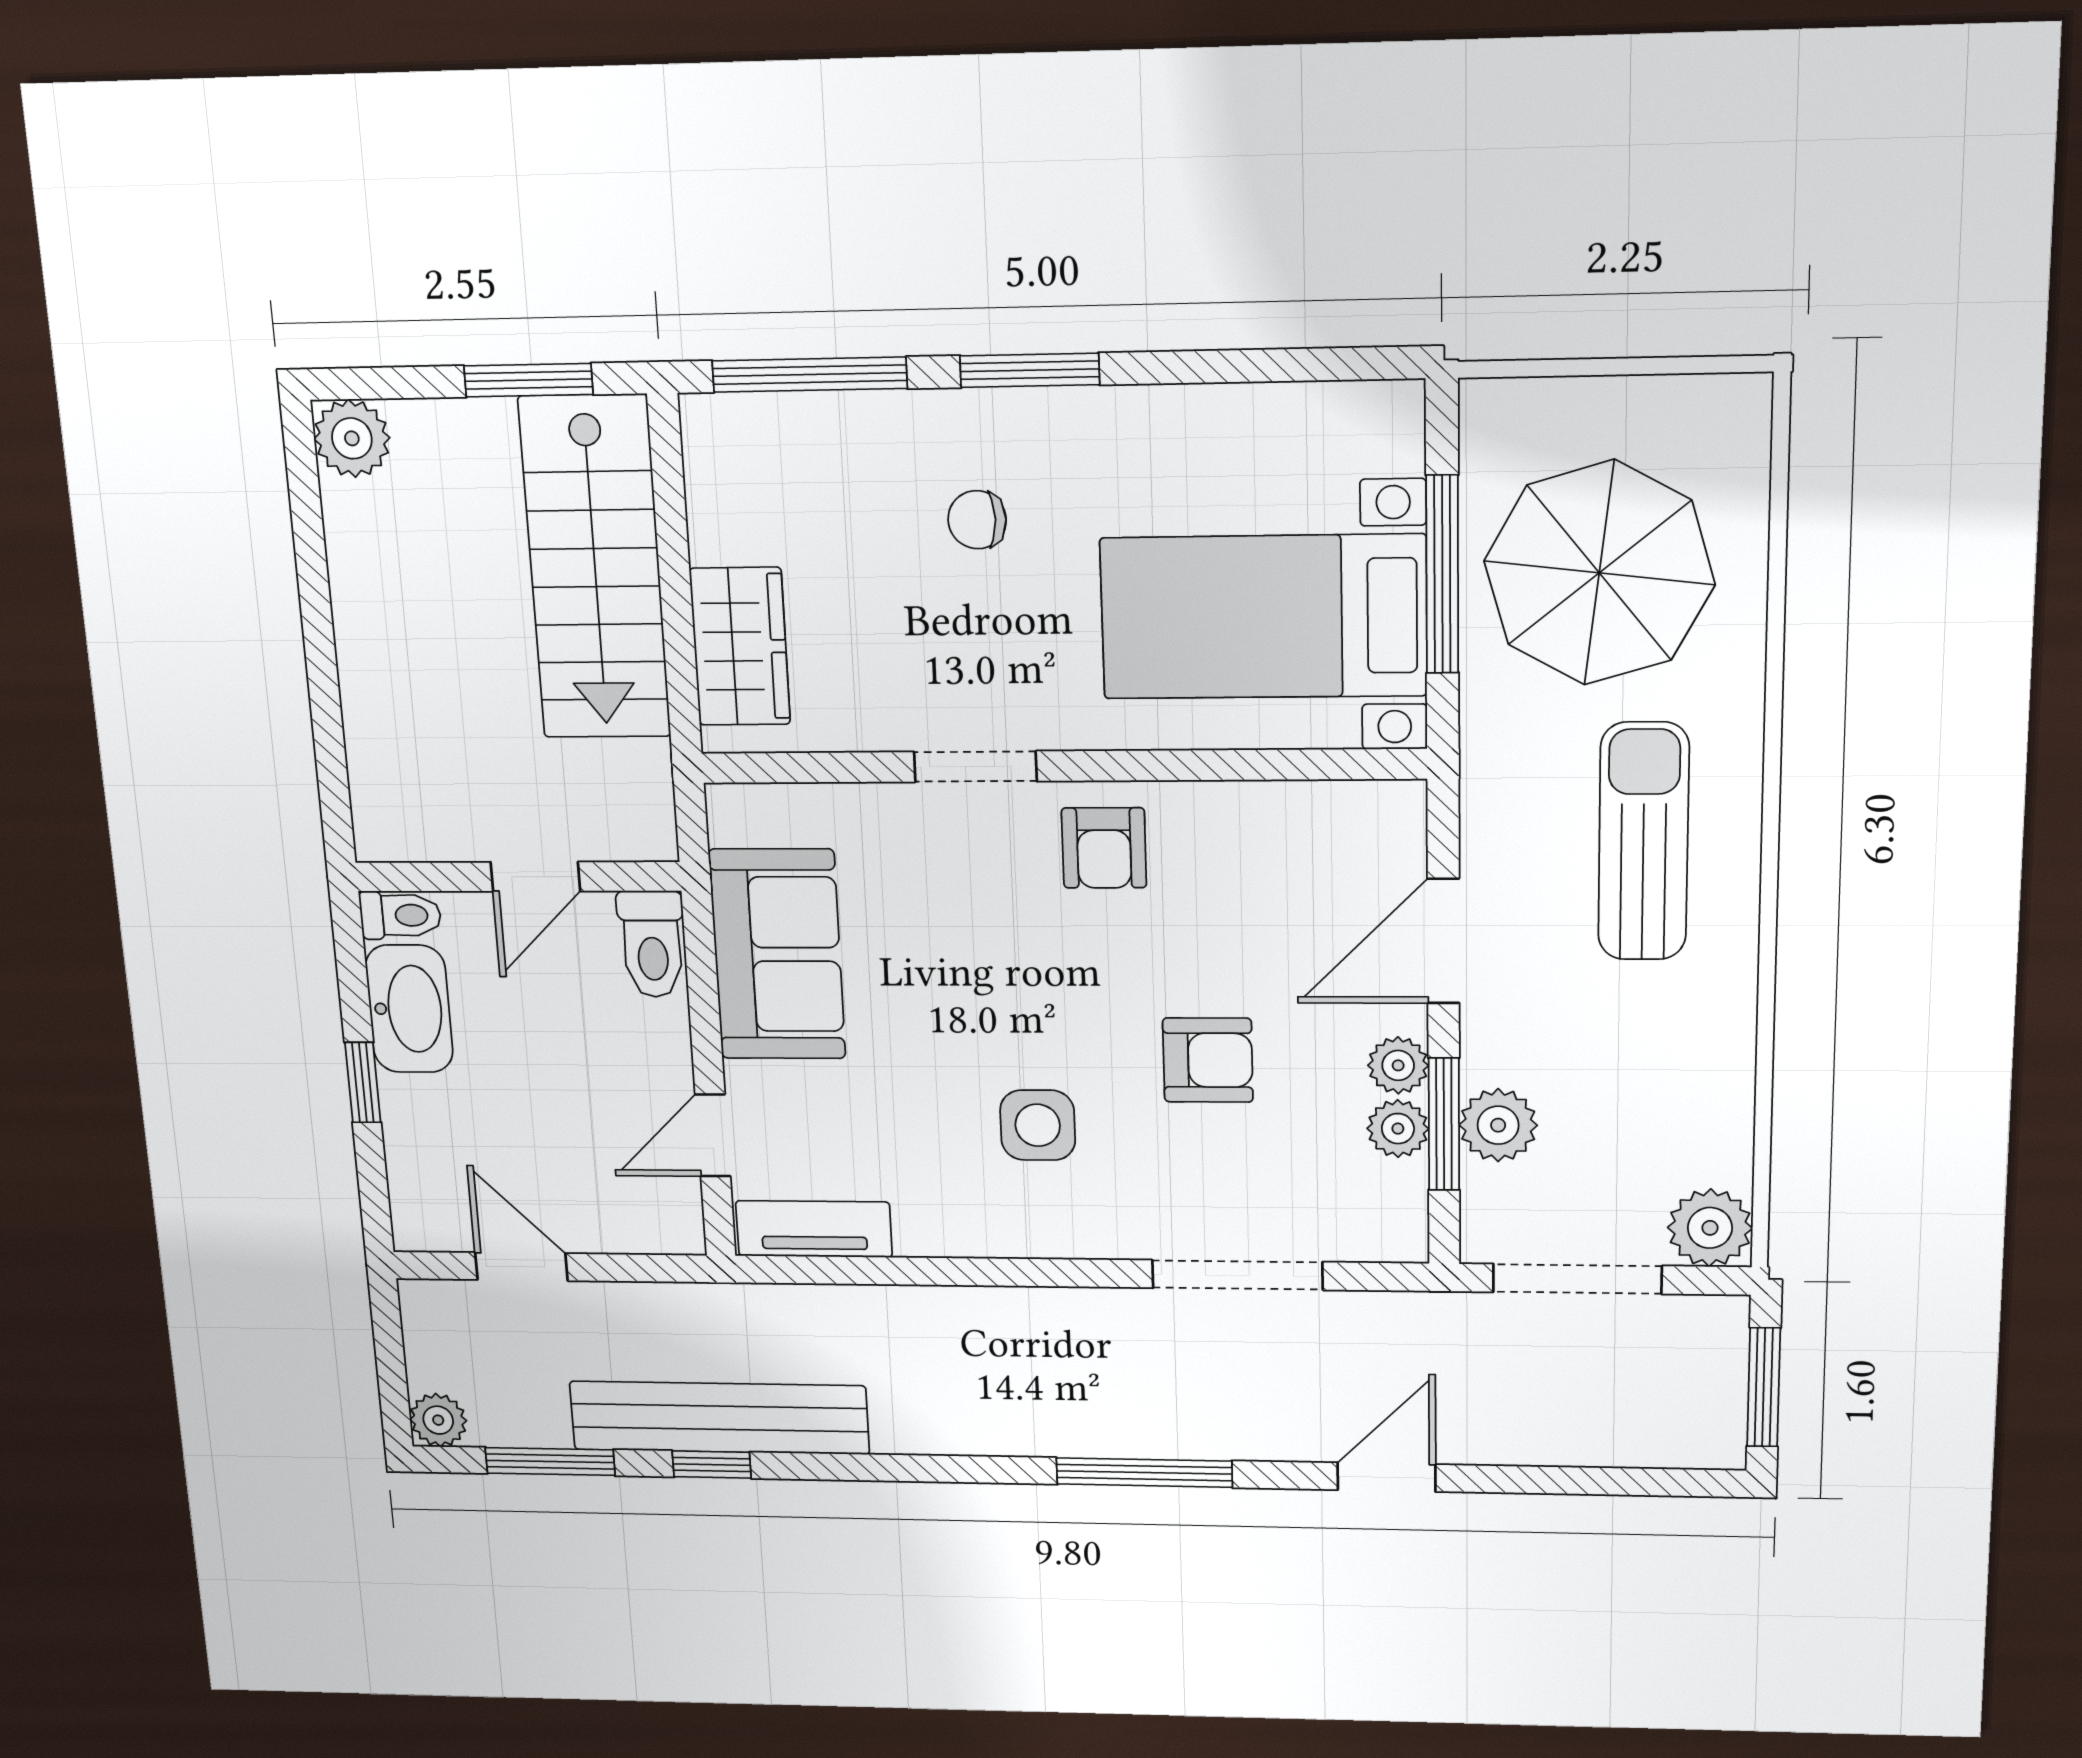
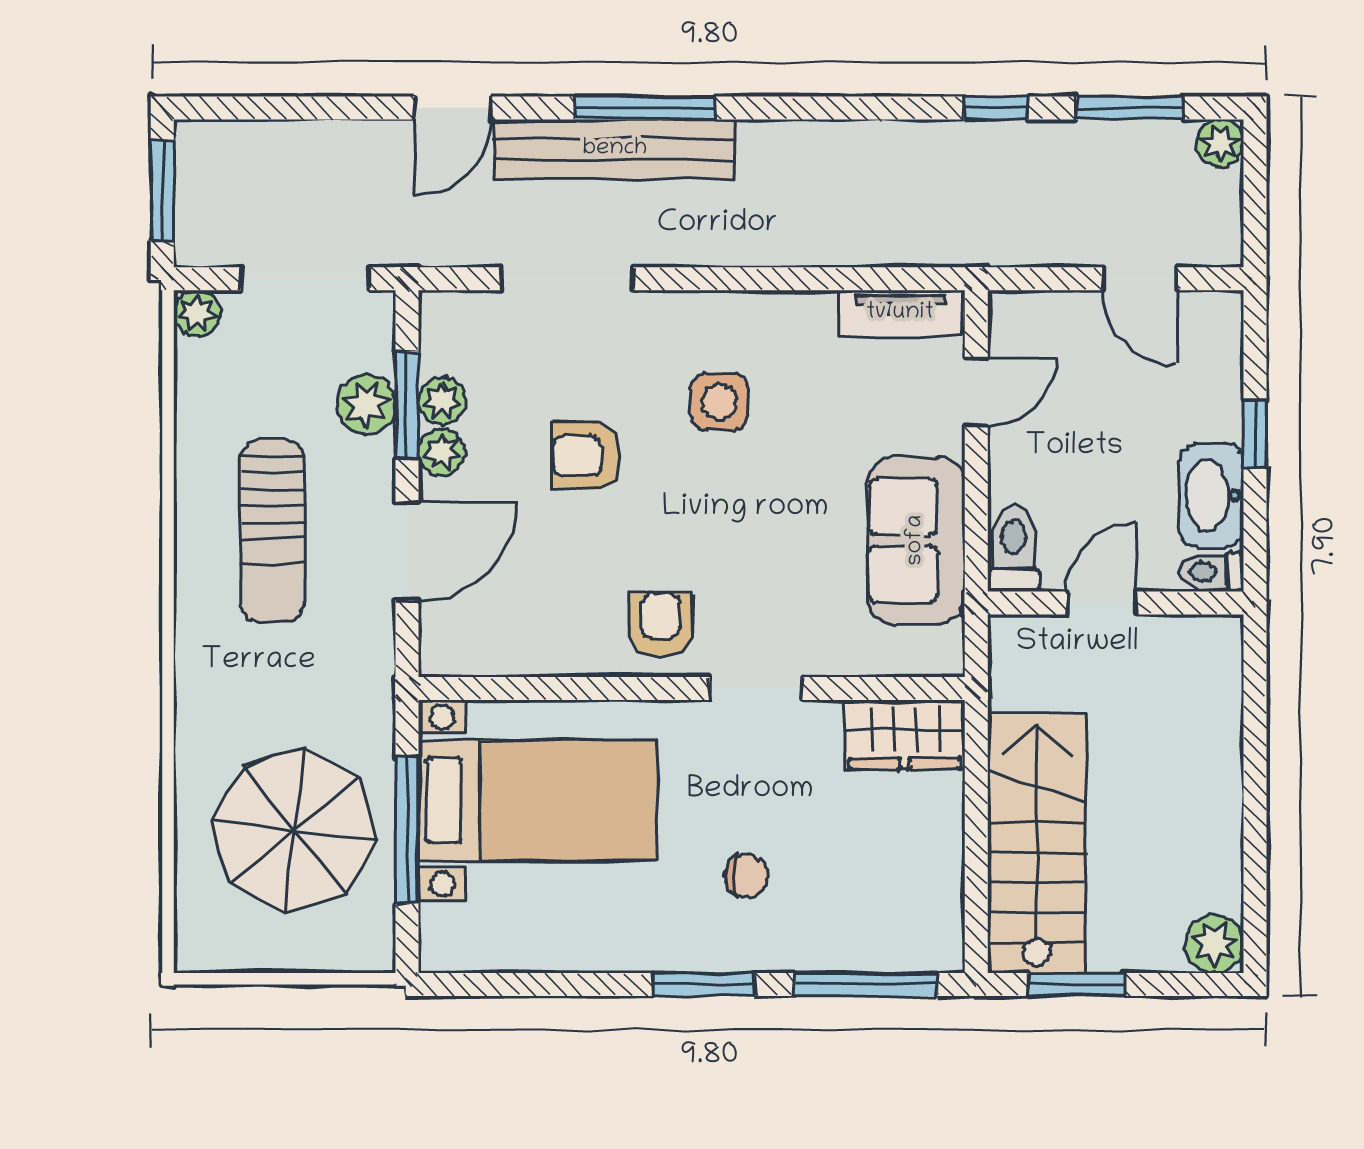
wardrobe: (740, 647) -> (905, 735), moved, turned -90
sun lounger: (1643, 842) -> (272, 531), moved
plant: (1710, 1228) -> (197, 313), width x0.73, depth x0.73
bench: (719, 1418) -> (615, 149), moved

